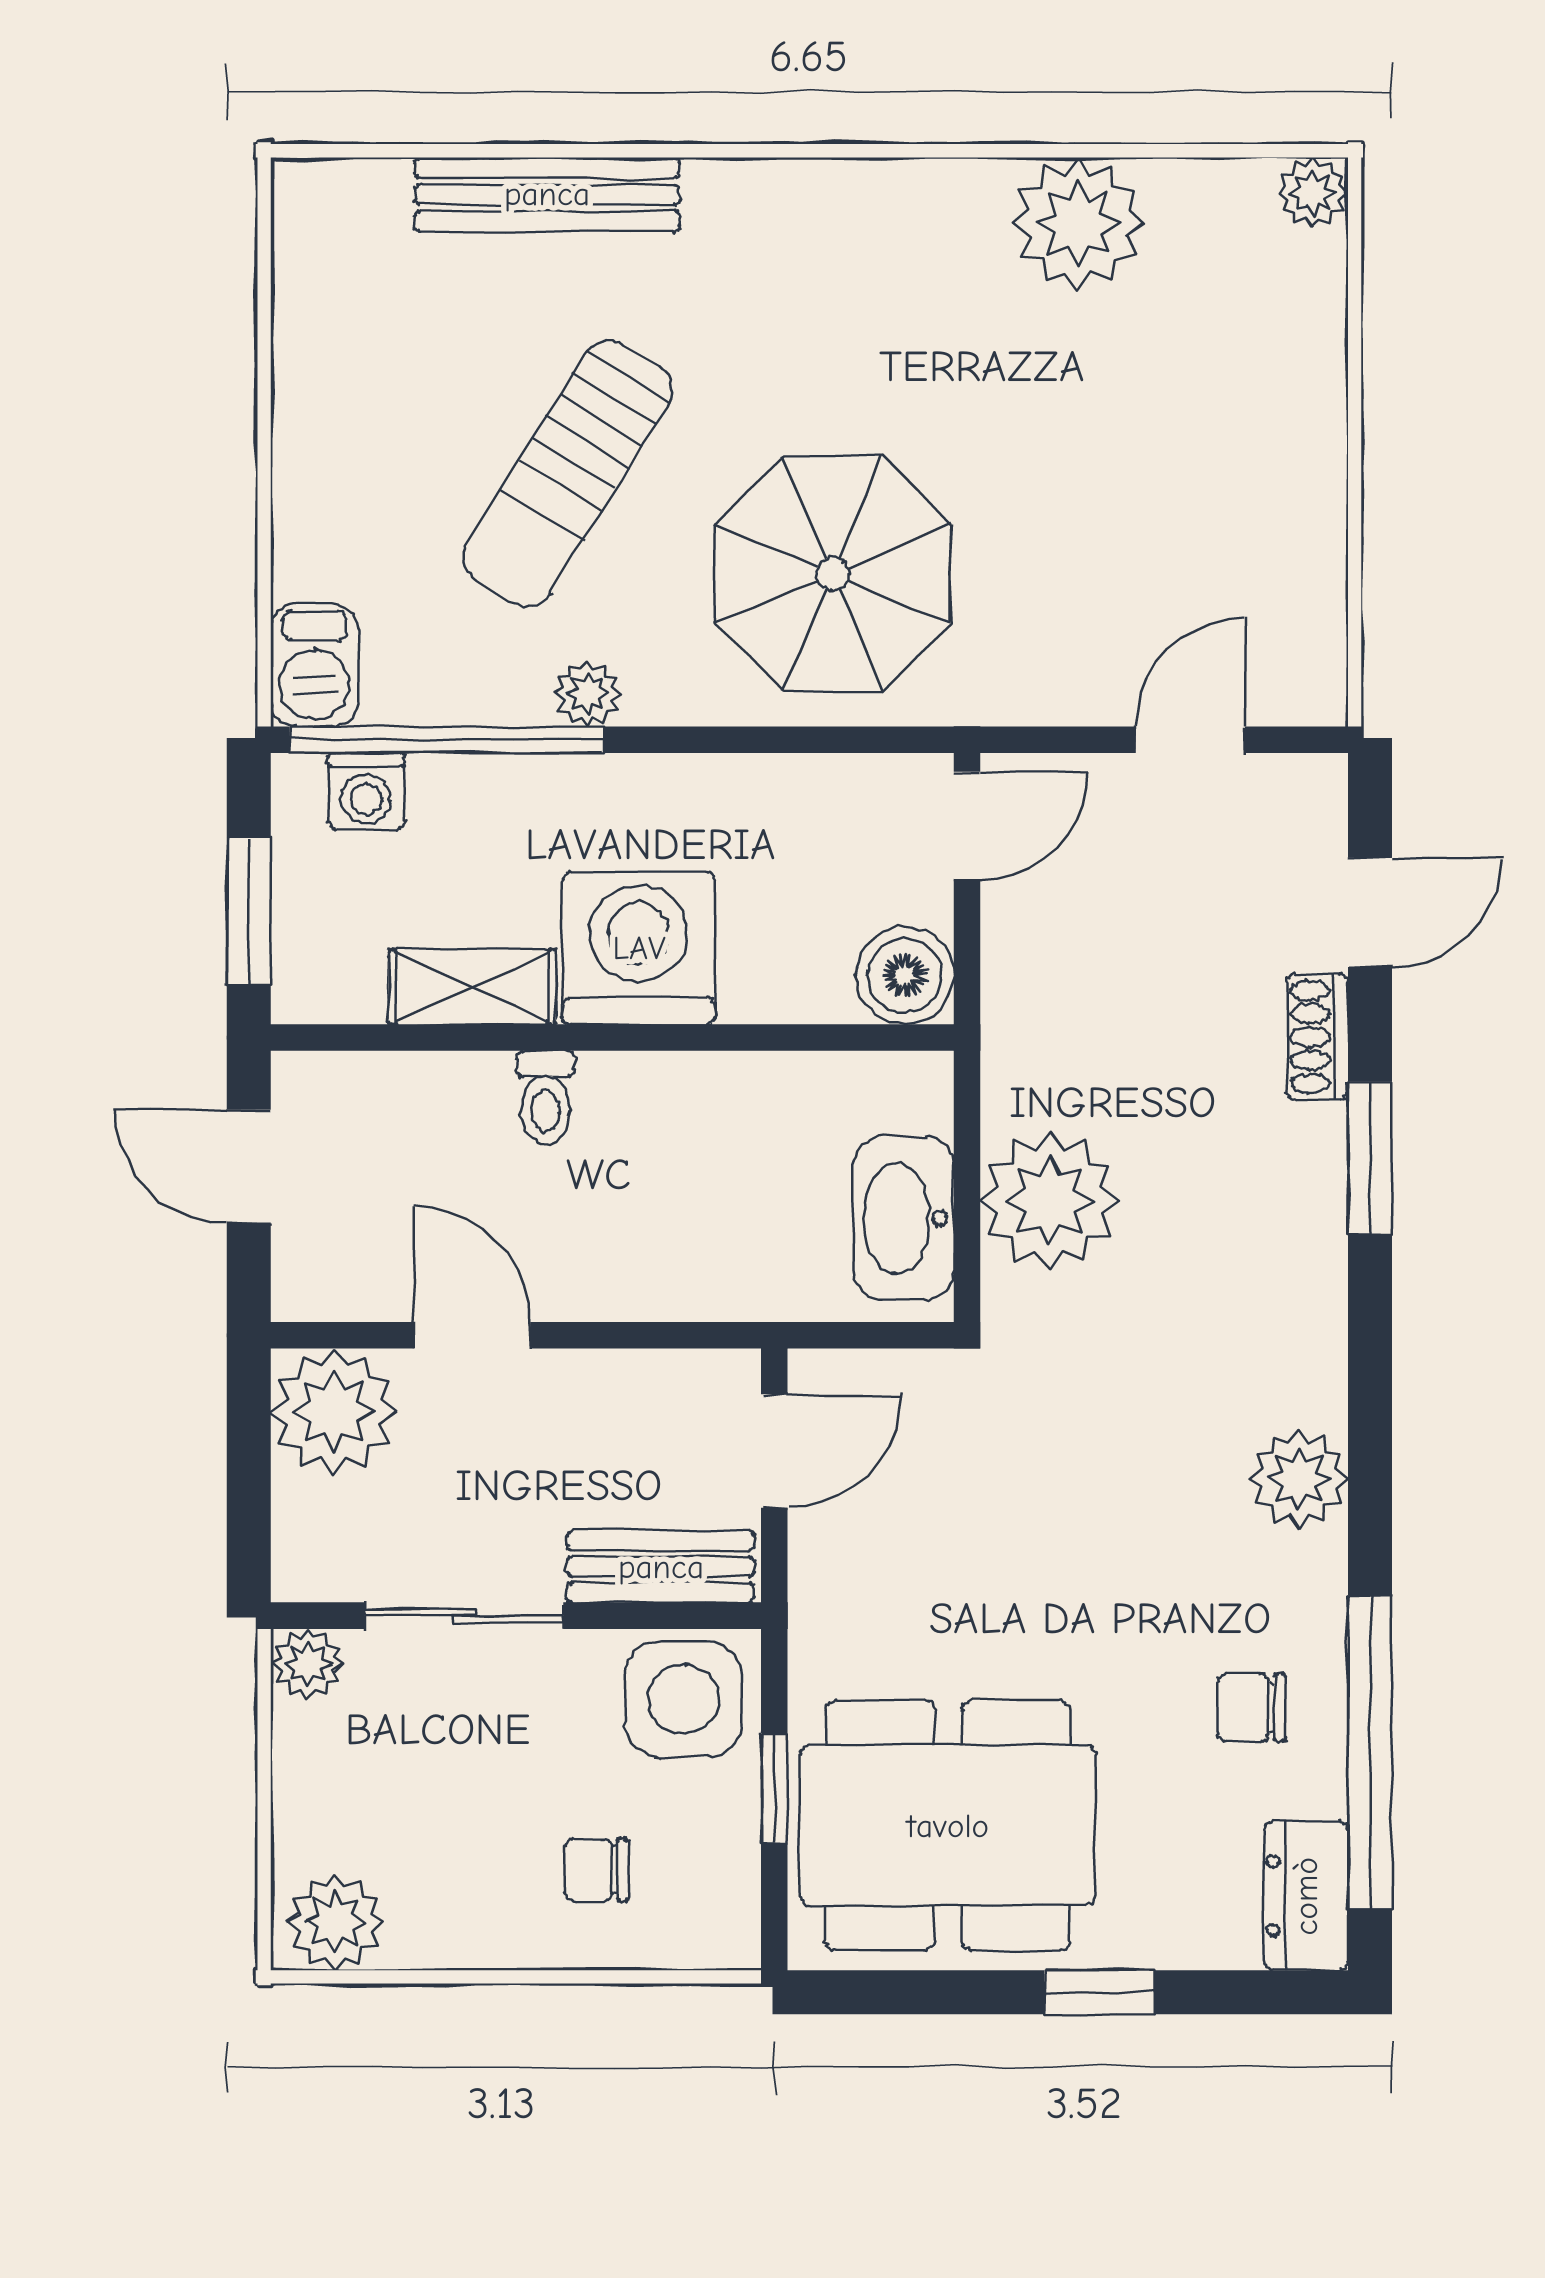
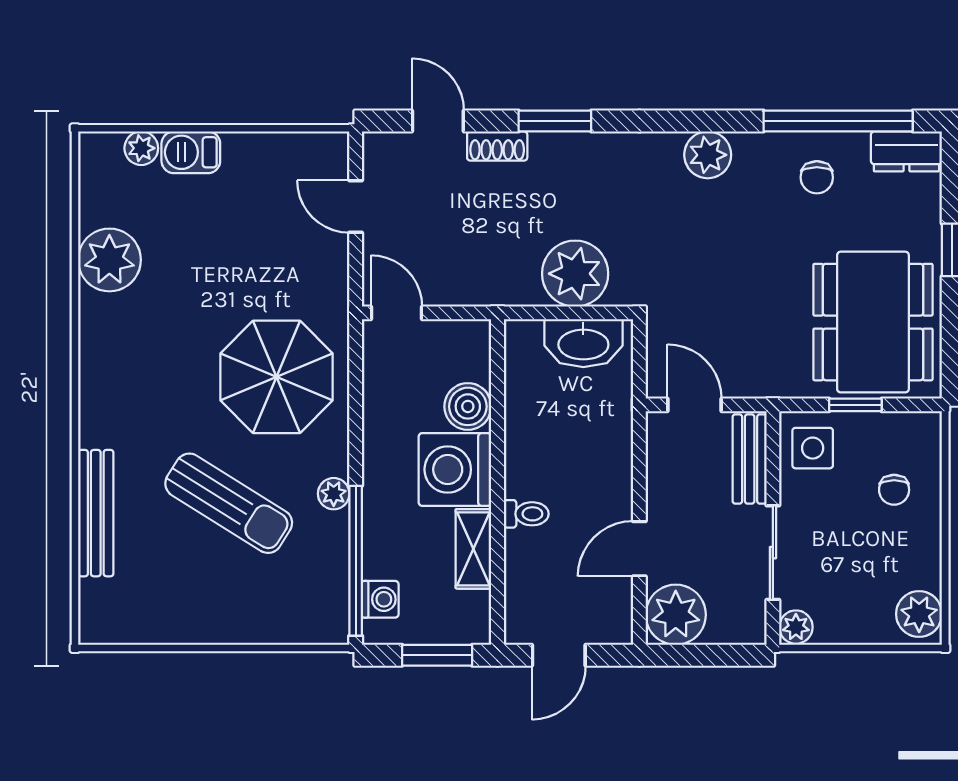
plant: (1313, 193) -> (141, 148), moved
barbecue: (315, 665) -> (191, 152), moved, turned 180
boiler: (905, 975) -> (468, 406), moved
side table: (684, 1699) -> (813, 448), width x0.73, depth x0.73

